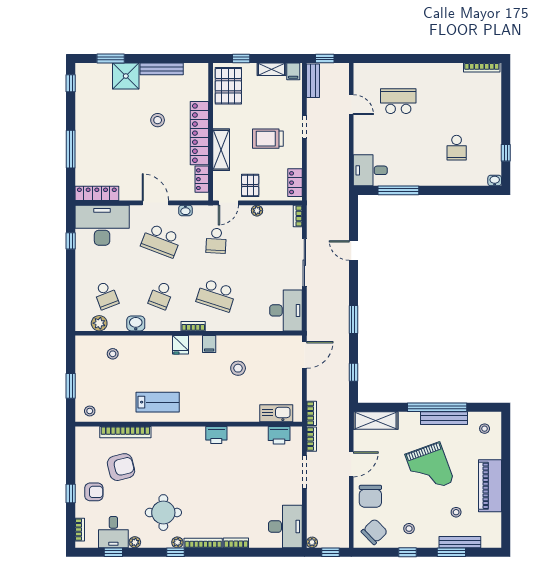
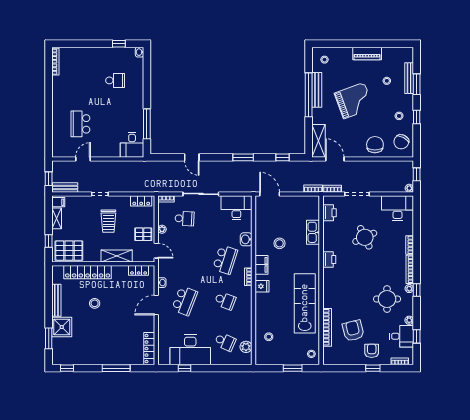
locker: (199, 133) -> (88, 272), moved
desk: (102, 225) -> (190, 350), moved, turned -90
school desk: (216, 241) -> (185, 219), moved
door: (353, 251) -> (192, 157), hinge flipped
school desk: (106, 295) -> (225, 342), turned 45
washbasin: (136, 323) -> (246, 239), moved
filing cabinet: (209, 344) -> (261, 265), width x2.00
lab bench: (158, 402) -> (305, 303), width x1.86, depth x1.39
kitchen sink: (276, 413) -> (313, 232), moved
door: (351, 464) -> (335, 159), moved
round table: (246, 483) -> (365, 237), added
piano: (490, 486) -> (367, 53), width x0.73, depth x0.75
chair: (370, 496) -> (375, 145), turned -90
chair: (374, 532) -> (401, 142), turned -108

